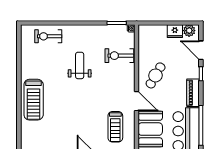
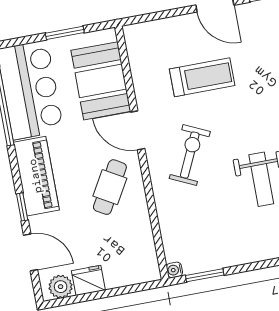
exercise bike: (119, 56) -> (190, 155), moved, turned -65
piano: (193, 93) -> (36, 176), width x1.37, depth x1.33
treadmill: (115, 127) -> (202, 77), moved, turned 90

